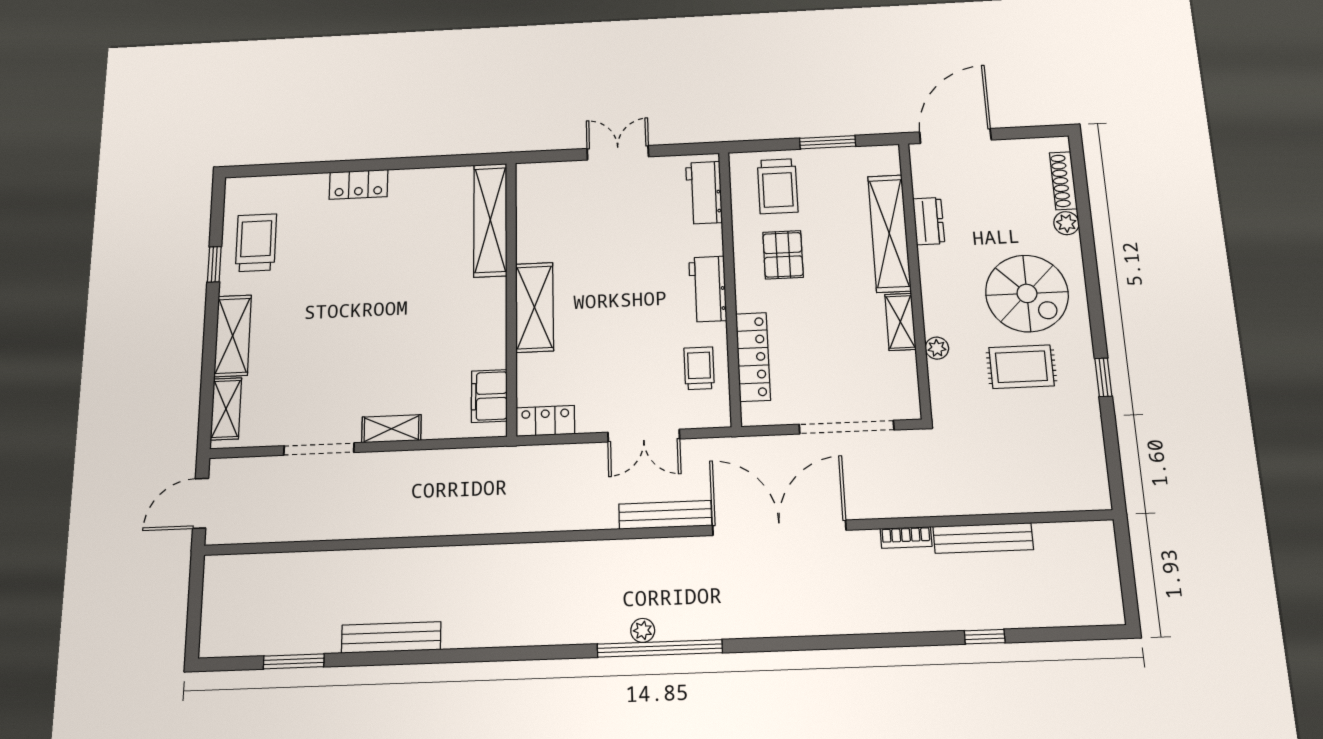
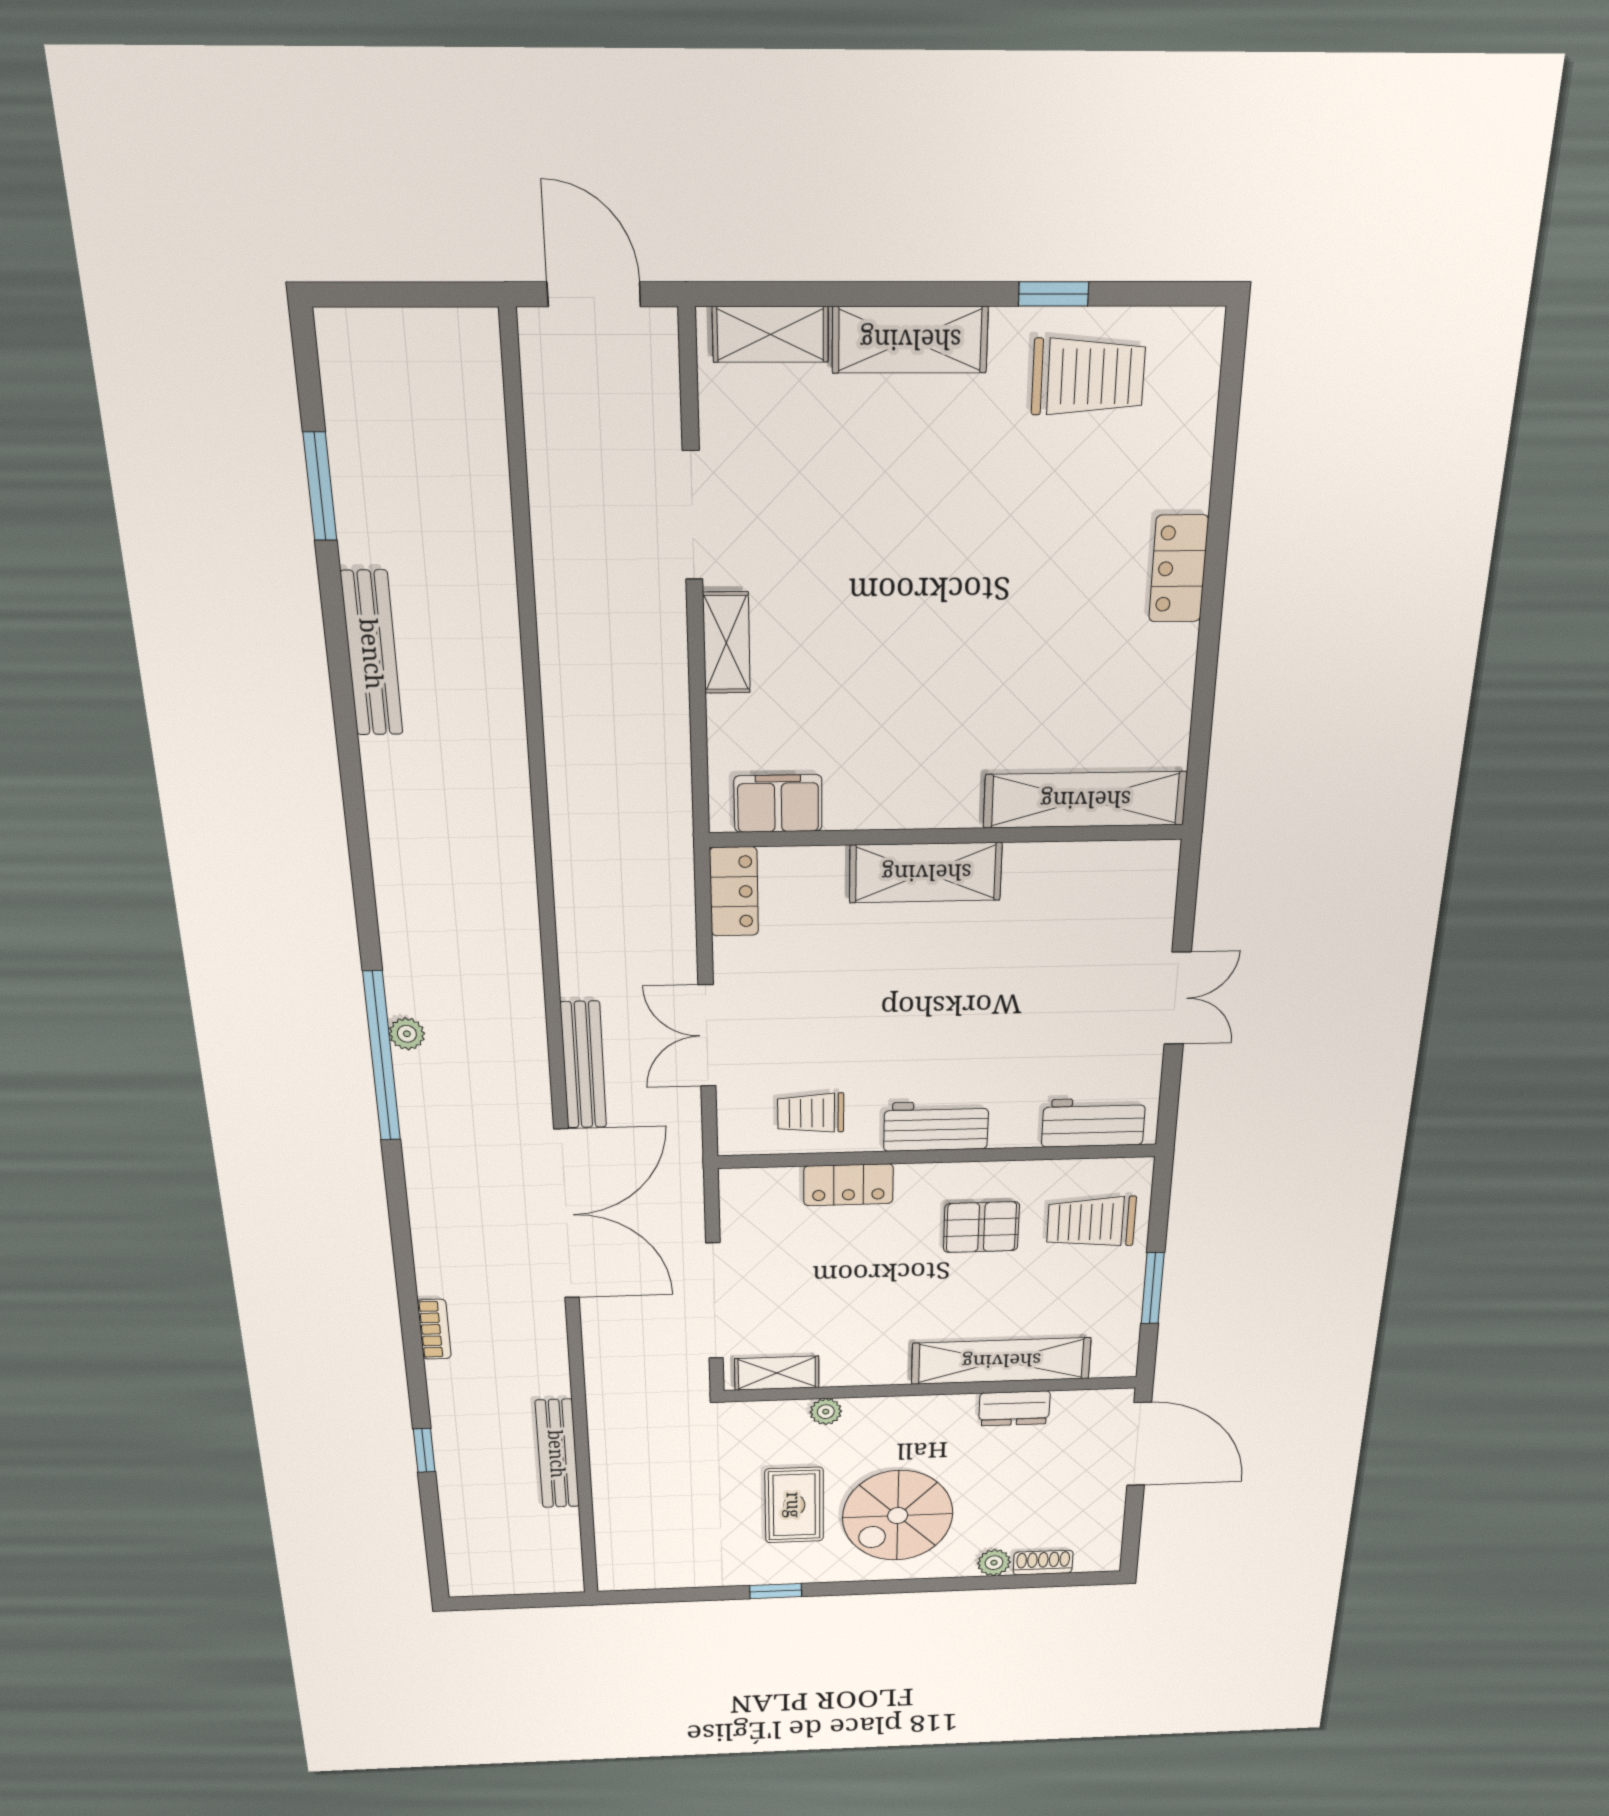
shoe rack: (1063, 181) -> (1043, 1563), width x0.70
shelving: (900, 322) -> (777, 1373), moved
locker: (753, 357) -> (848, 1185), width x0.66
trolley: (699, 368) -> (811, 1113), turned 180
bookcase: (906, 537) -> (434, 1329), moved, turned 180

